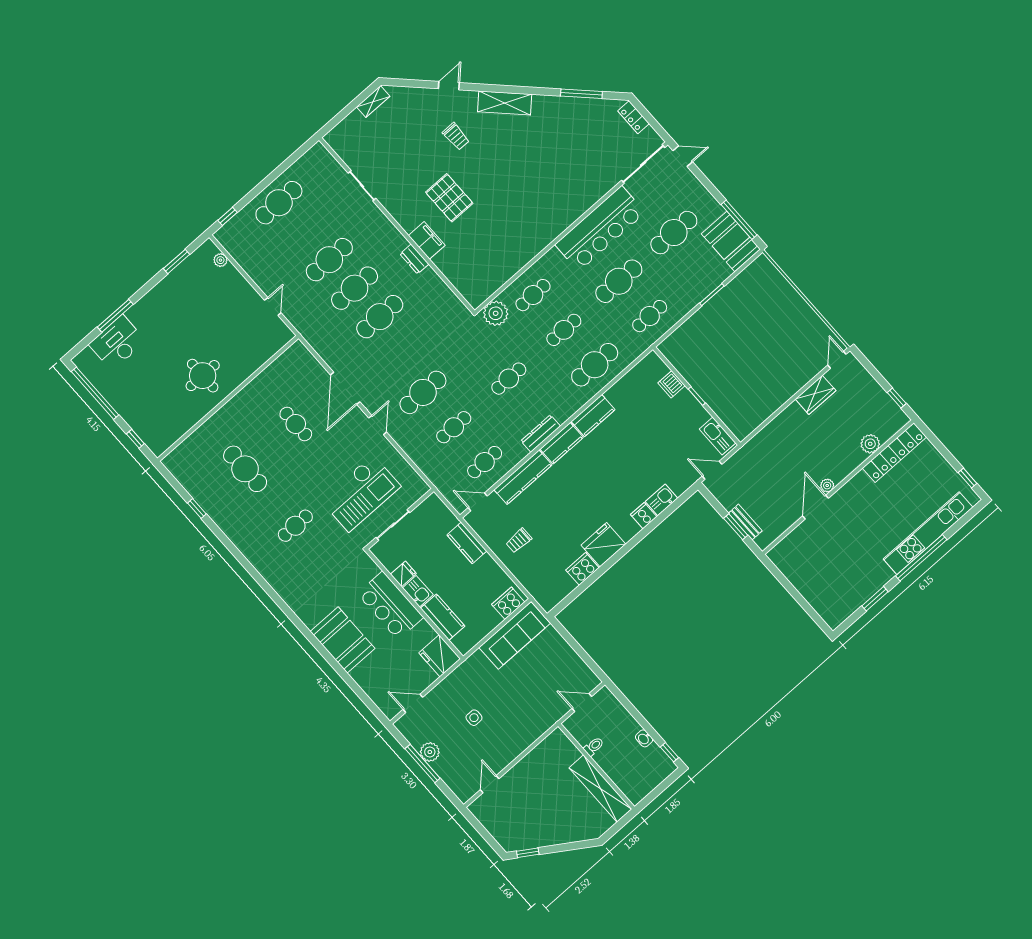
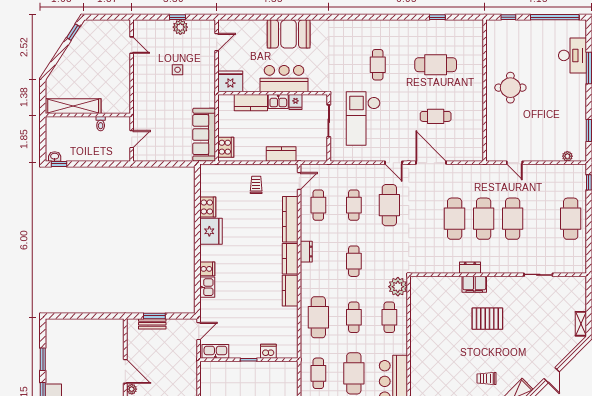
trolley: (456, 136) -> (487, 378), moved
dresser: (541, 434) -> (306, 252), width x0.70
washbasin: (644, 738) -> (55, 156), moved
window: (422, 763) -> (177, 17), width x0.46

